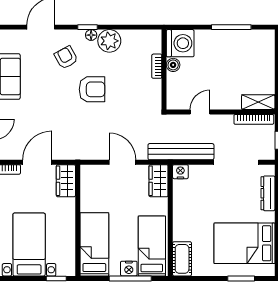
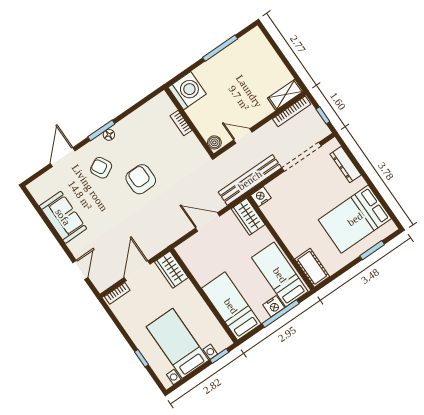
window: (87, 27) -> (101, 130), width x1.50
plant: (109, 41) -> (127, 129), removed
boiler: (173, 65) -> (214, 142), moved
armchair: (92, 89) -> (141, 179), turned -90
door: (200, 112) -> (243, 136), hinge flipped

